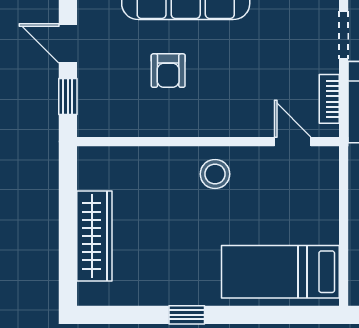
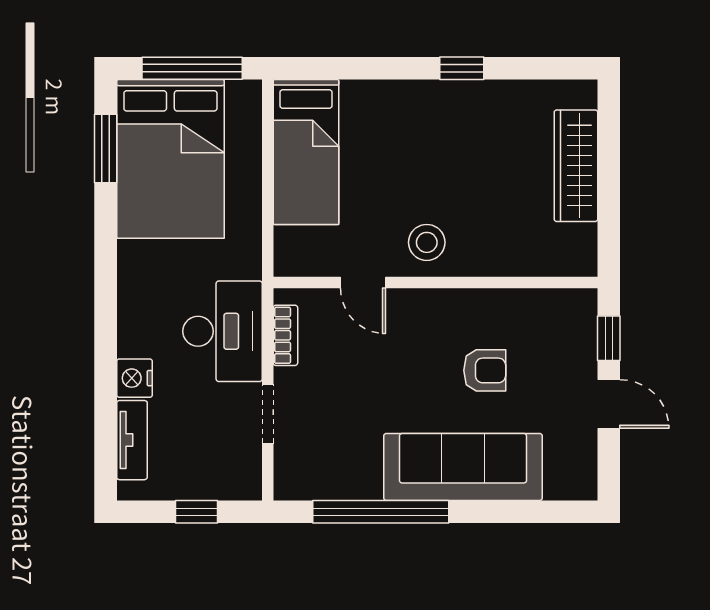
armchair: (168, 71) -> (485, 370), turned 90
door: (293, 142) -> (363, 283), moved
bed: (280, 272) -> (306, 152), moved, turned 90

